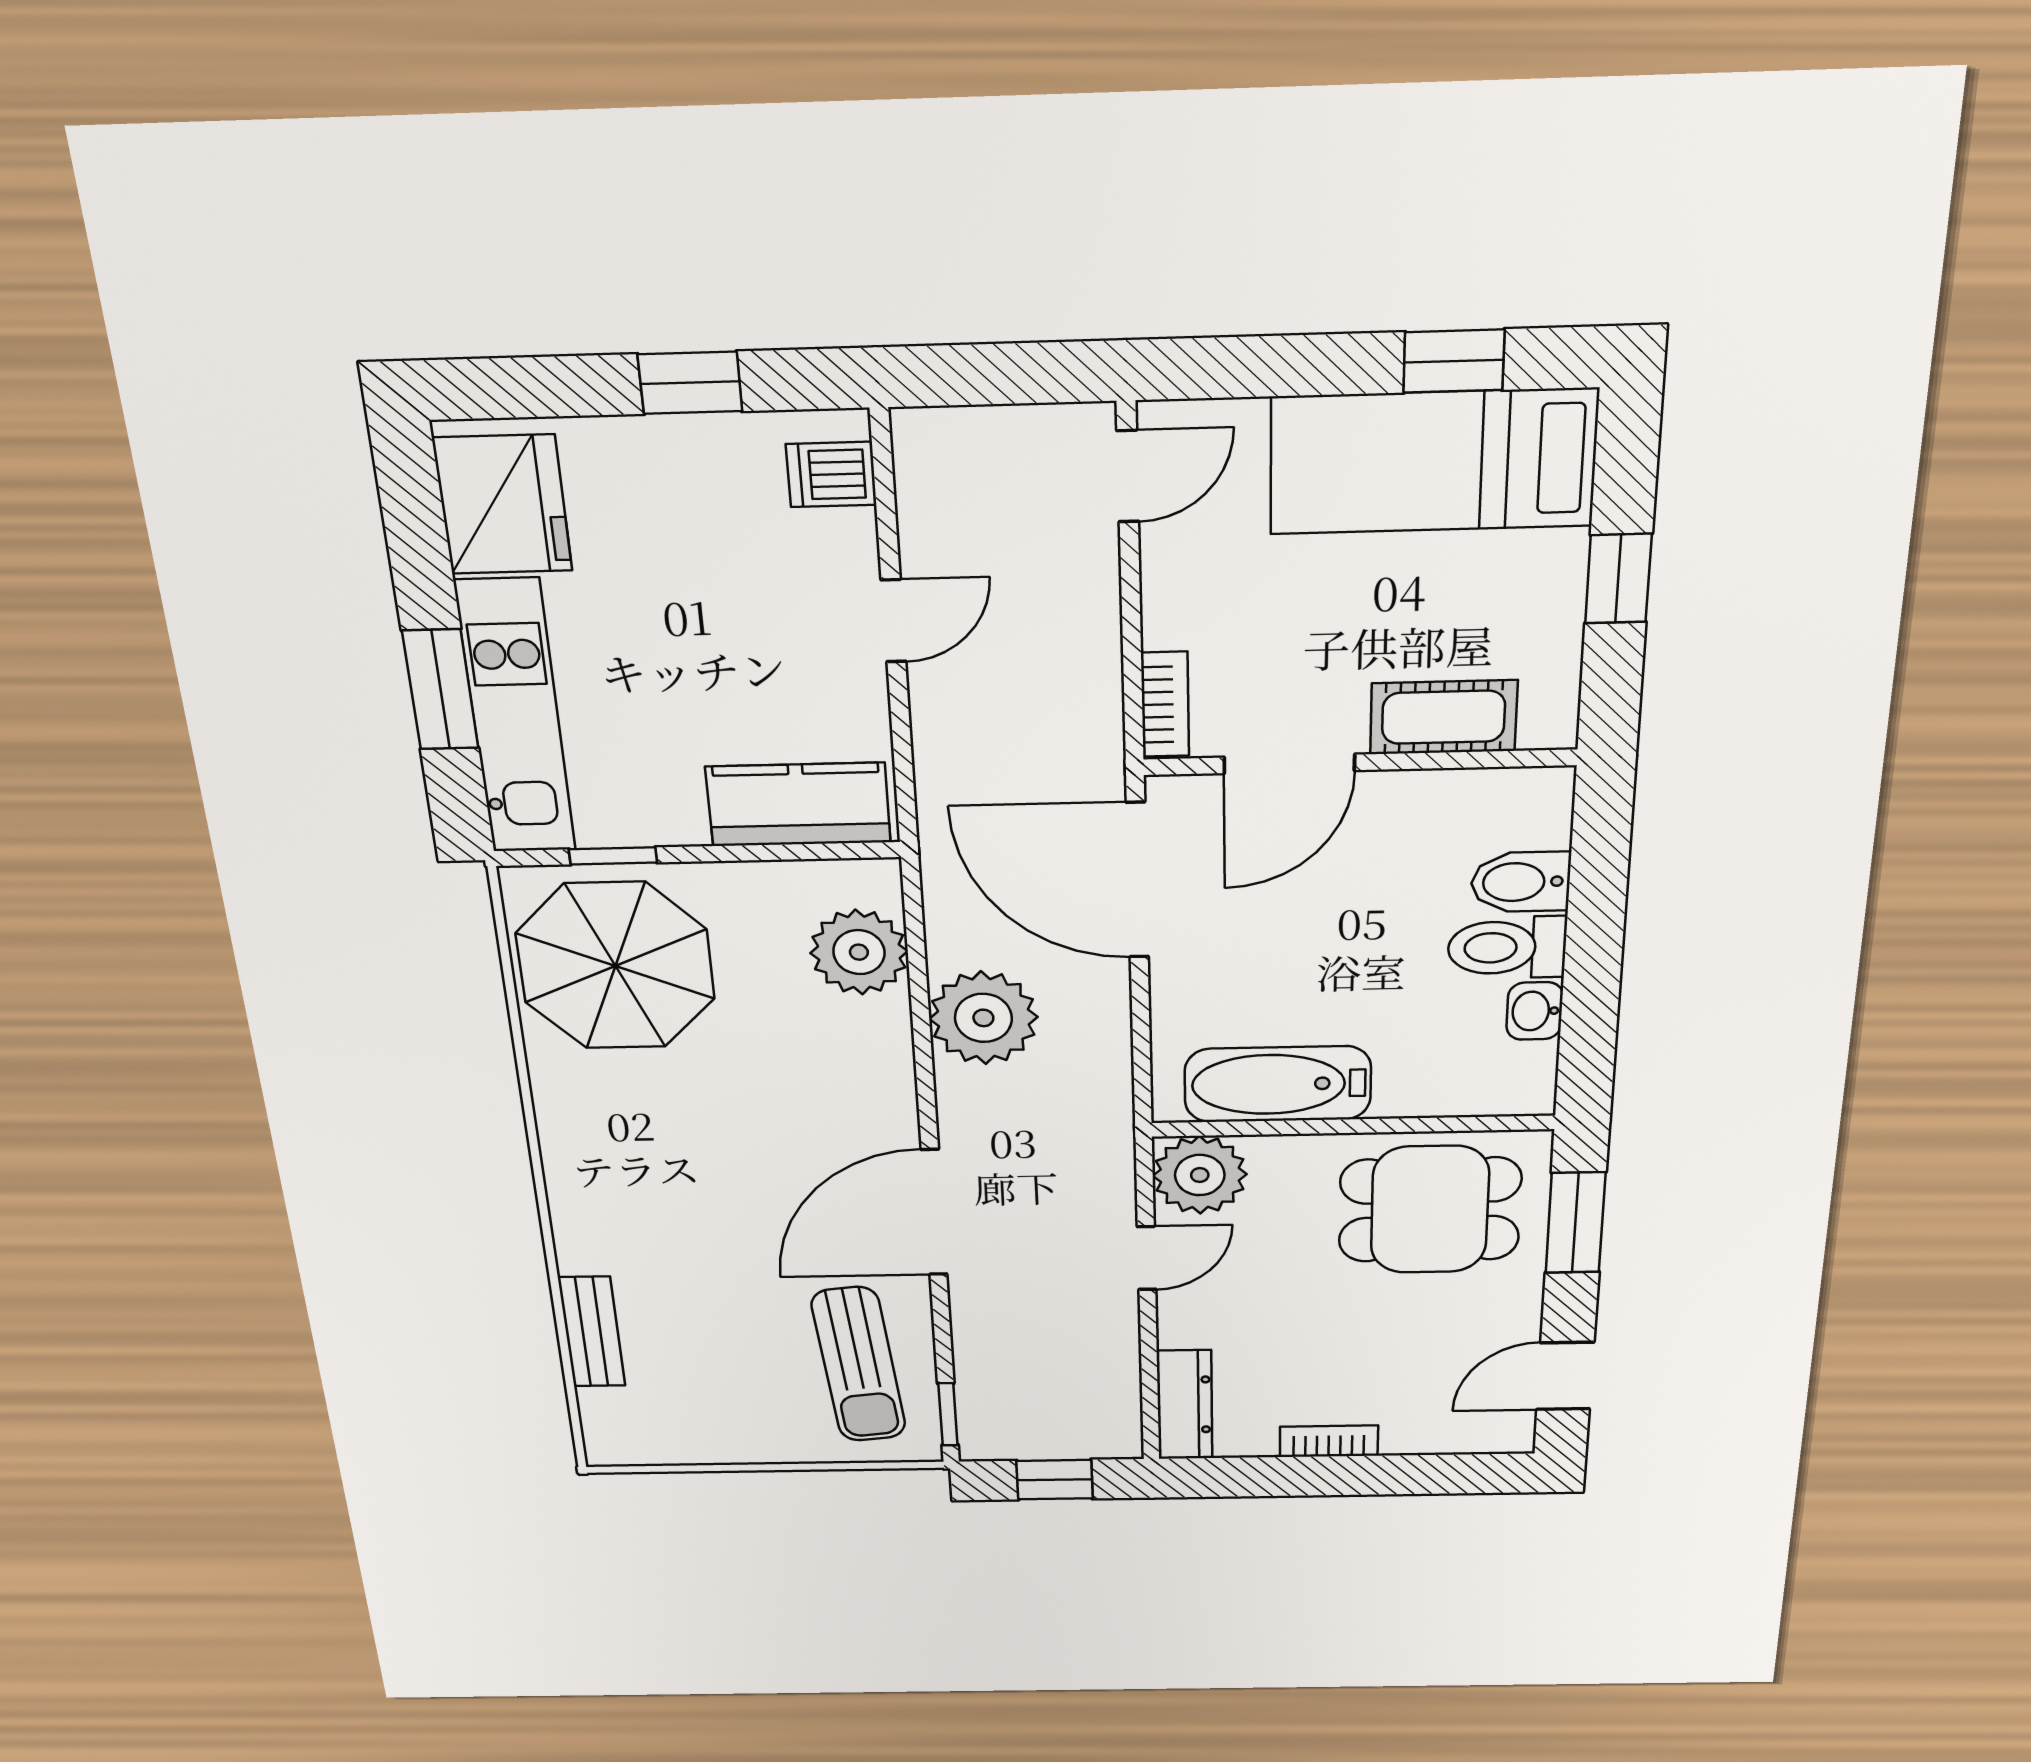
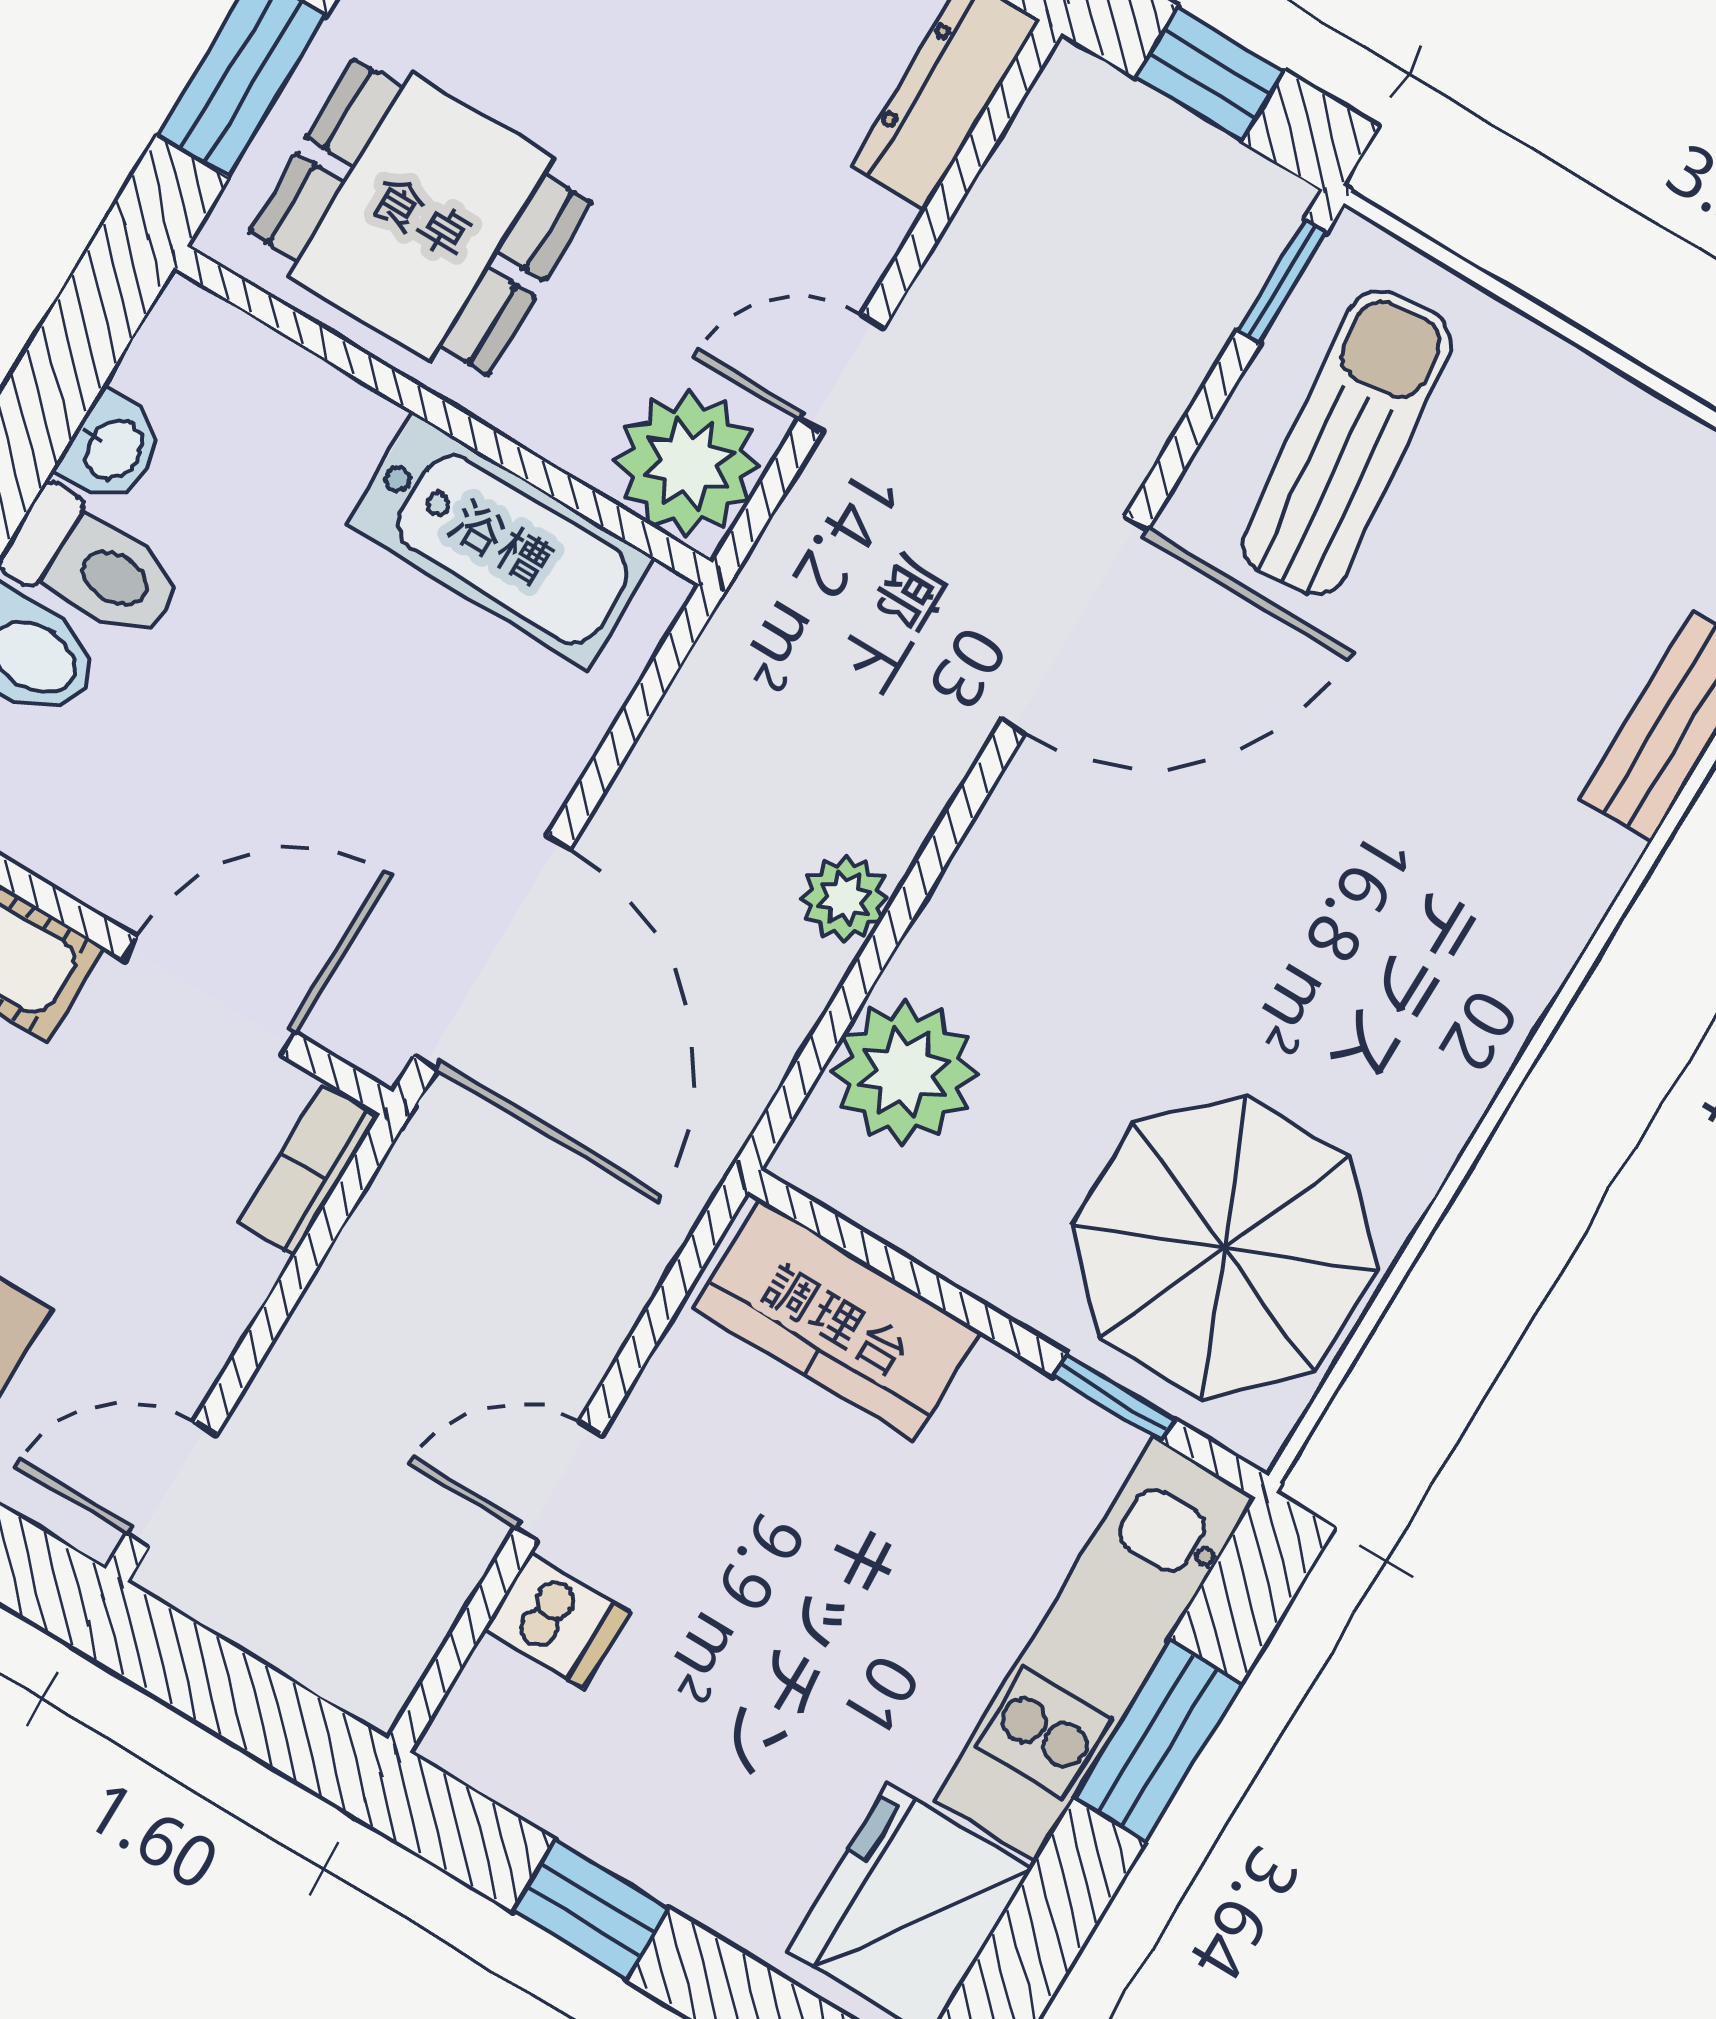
dishwasher: (831, 474) -> (557, 1620), moved
plant: (983, 1018) -> (845, 898), width x0.53, depth x0.53

